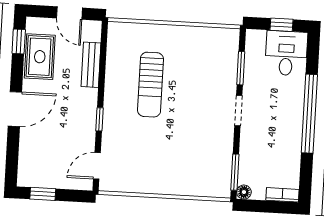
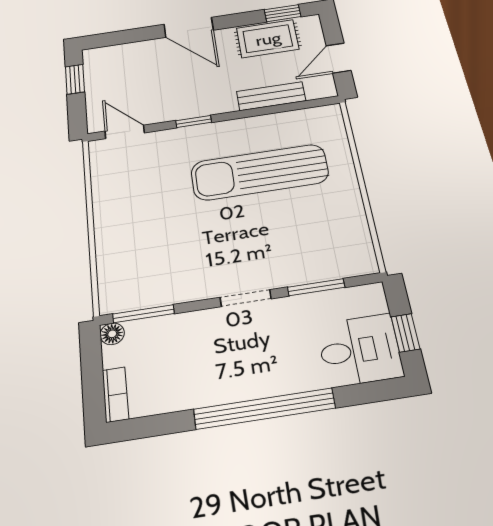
sun lounger: (151, 85) -> (260, 172), width x1.36, depth x1.34

